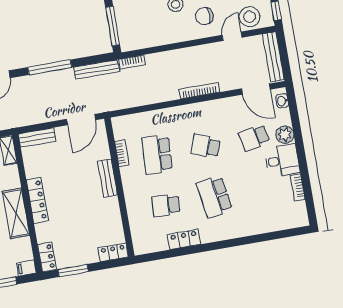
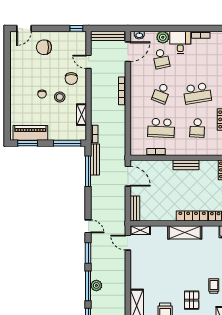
stool: (250, 17) -> (77, 47), removed
shelving: (156, 39) -> (82, 115), added
window: (50, 67) -> (88, 171), moved
bench: (108, 178) -> (186, 165), moved
locker: (37, 200) -> (192, 216), moved

